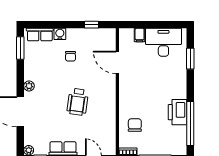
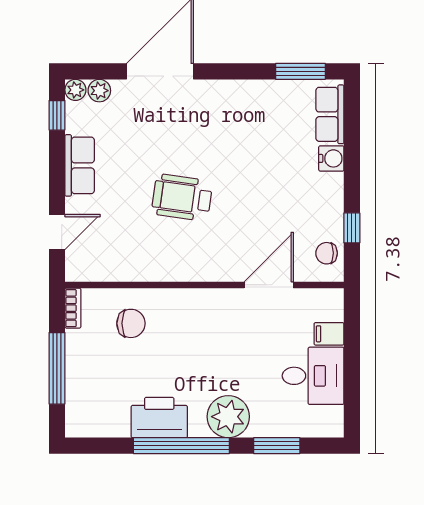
desk: (163, 42) -> (313, 376), width x0.73
chair: (71, 56) -> (327, 253), moved
plant: (177, 81) -> (228, 417), added
plant: (29, 86) -> (99, 91), moved
window: (190, 123) -> (181, 446), moved

